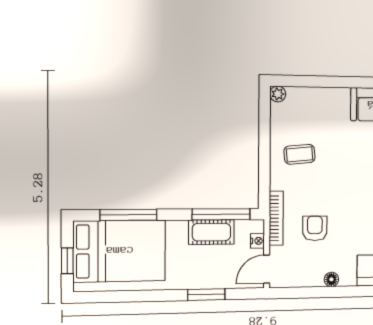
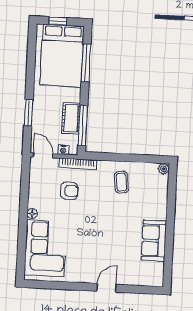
floor lamp: (331, 279) -> (32, 214), moved

